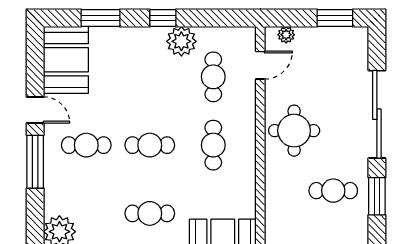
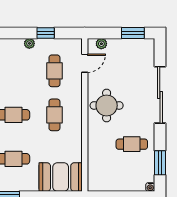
window: (163, 18) -> (46, 33), moved
plant: (181, 41) -> (29, 43), width x0.53, depth x0.53
window: (377, 196) -> (160, 163), moved

